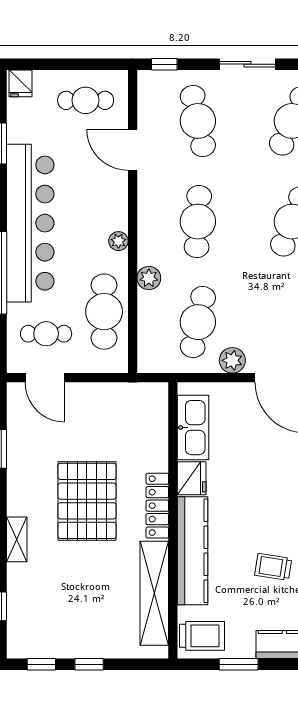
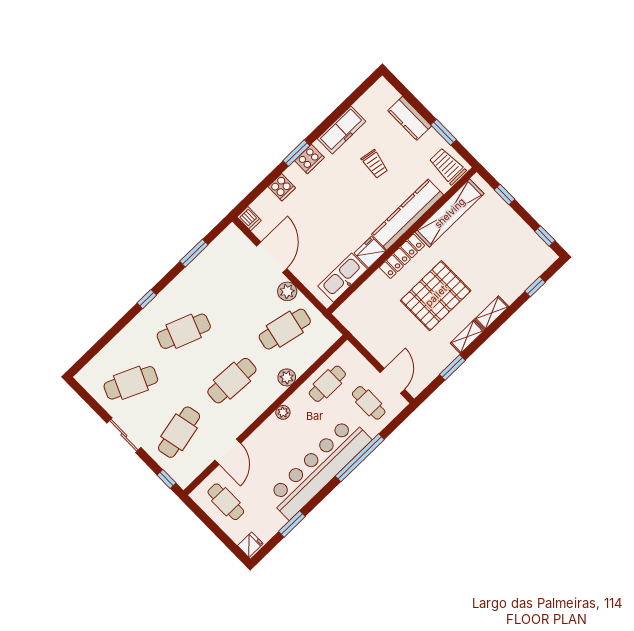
cafe table: (104, 312) -> (327, 384), width x0.73, depth x0.74
shelving: (17, 492) -> (467, 337), added
window: (89, 664) -> (505, 195), moved

